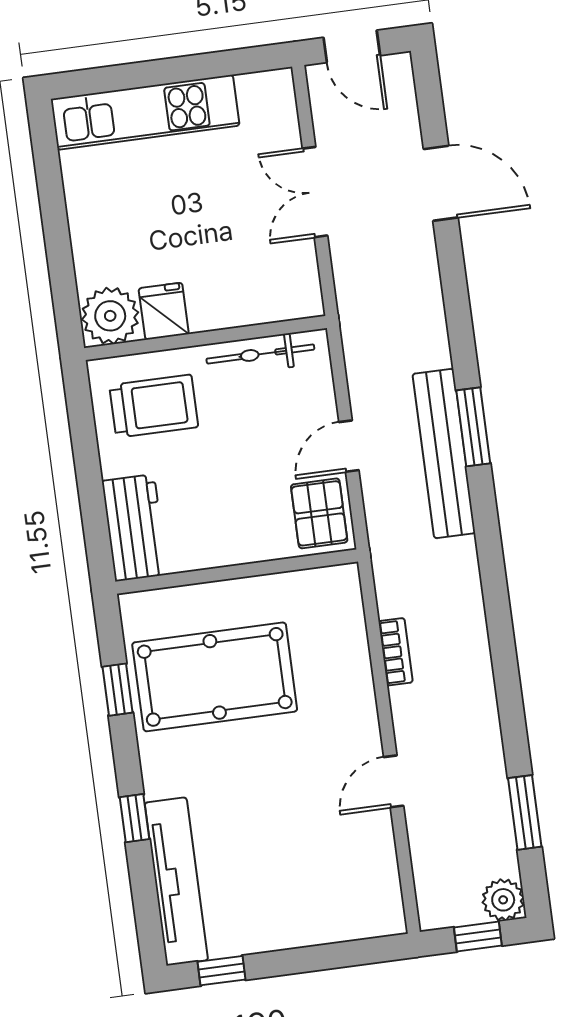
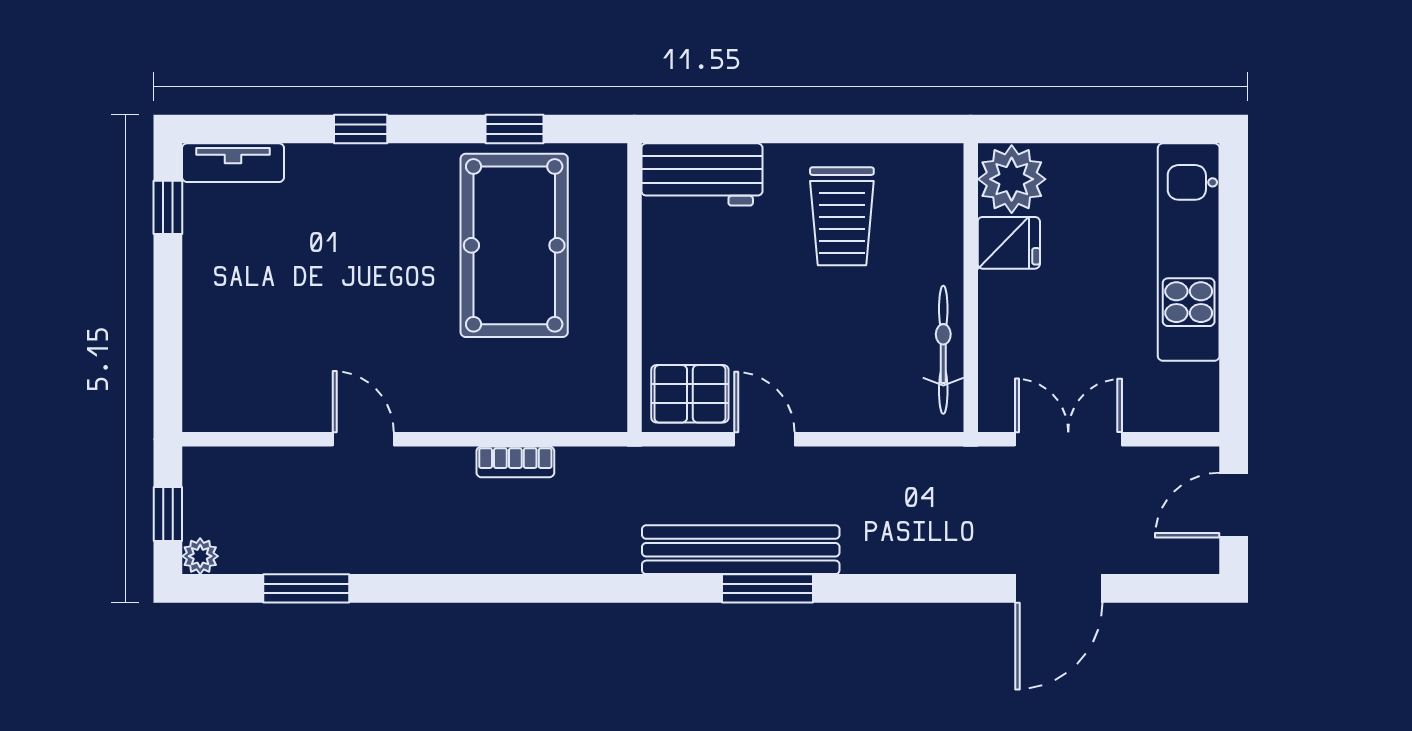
fridge: (164, 311) -> (1009, 243), moved
plant: (110, 316) -> (1012, 179), moved
wall: (206, 338) -> (971, 288), moved
bicycle: (260, 354) -> (943, 350), moved
tv unit: (176, 881) -> (233, 163), width x0.52, depth x0.78
plant: (503, 900) -> (200, 556), width x0.73, depth x0.73

